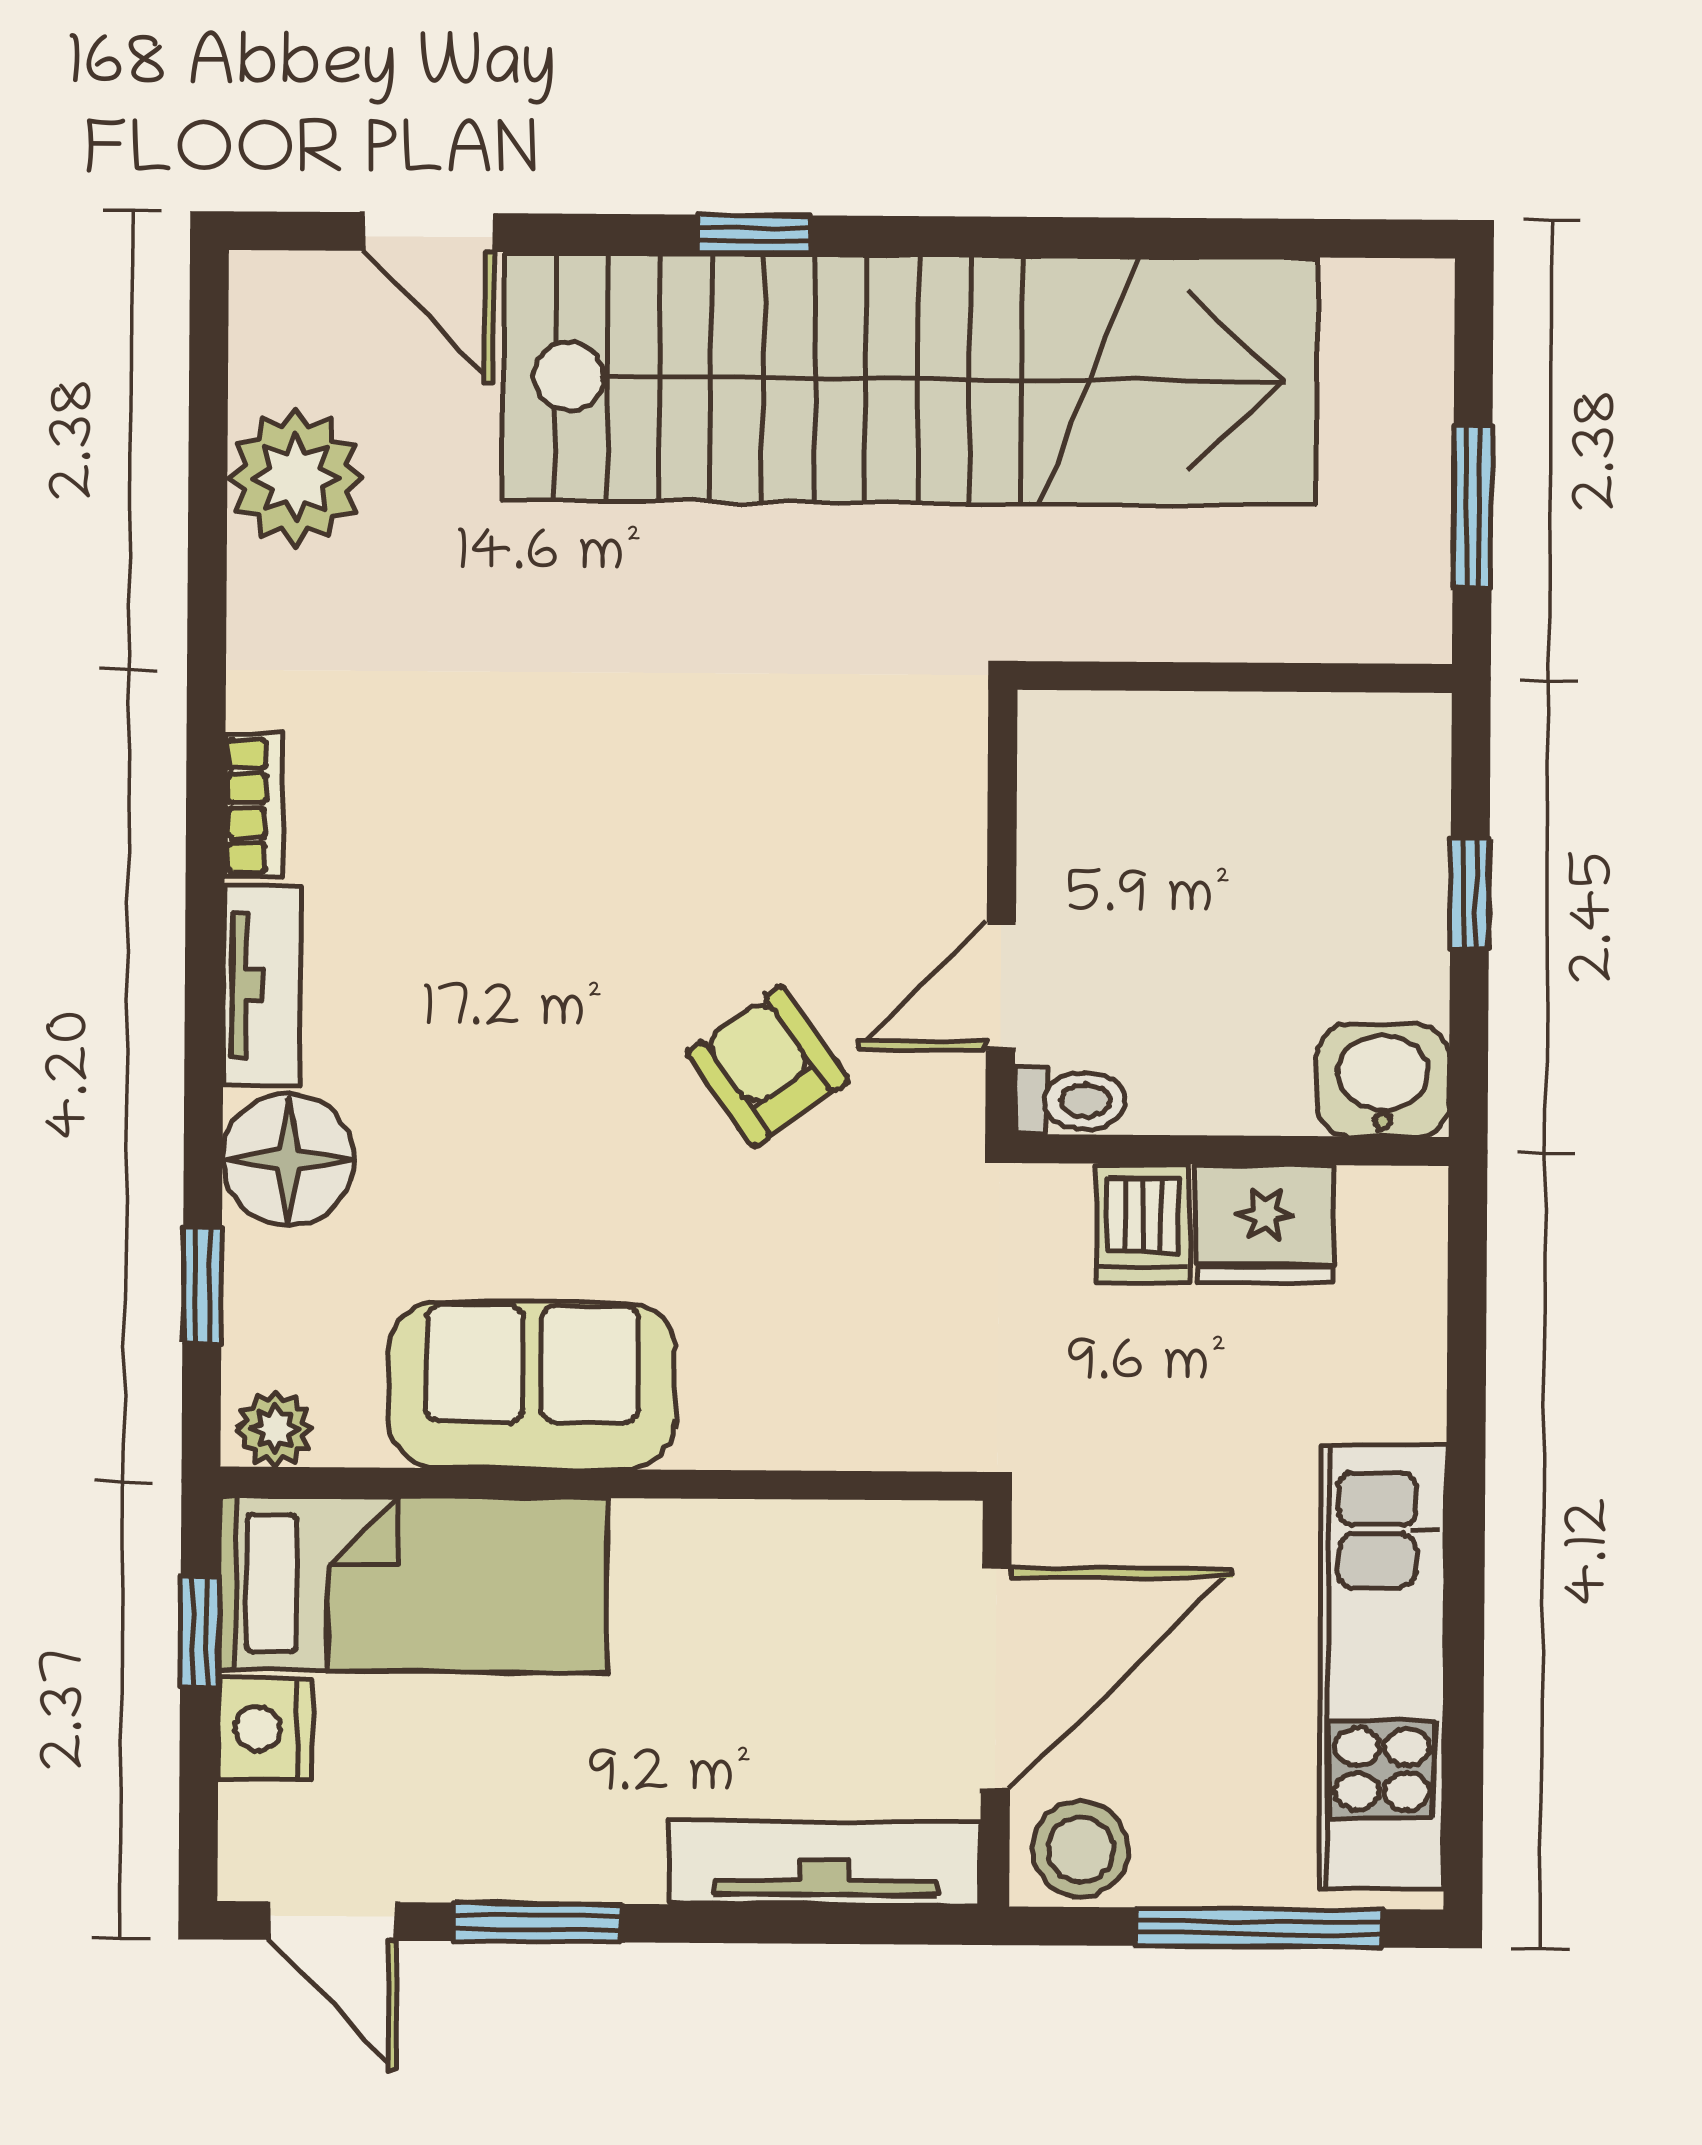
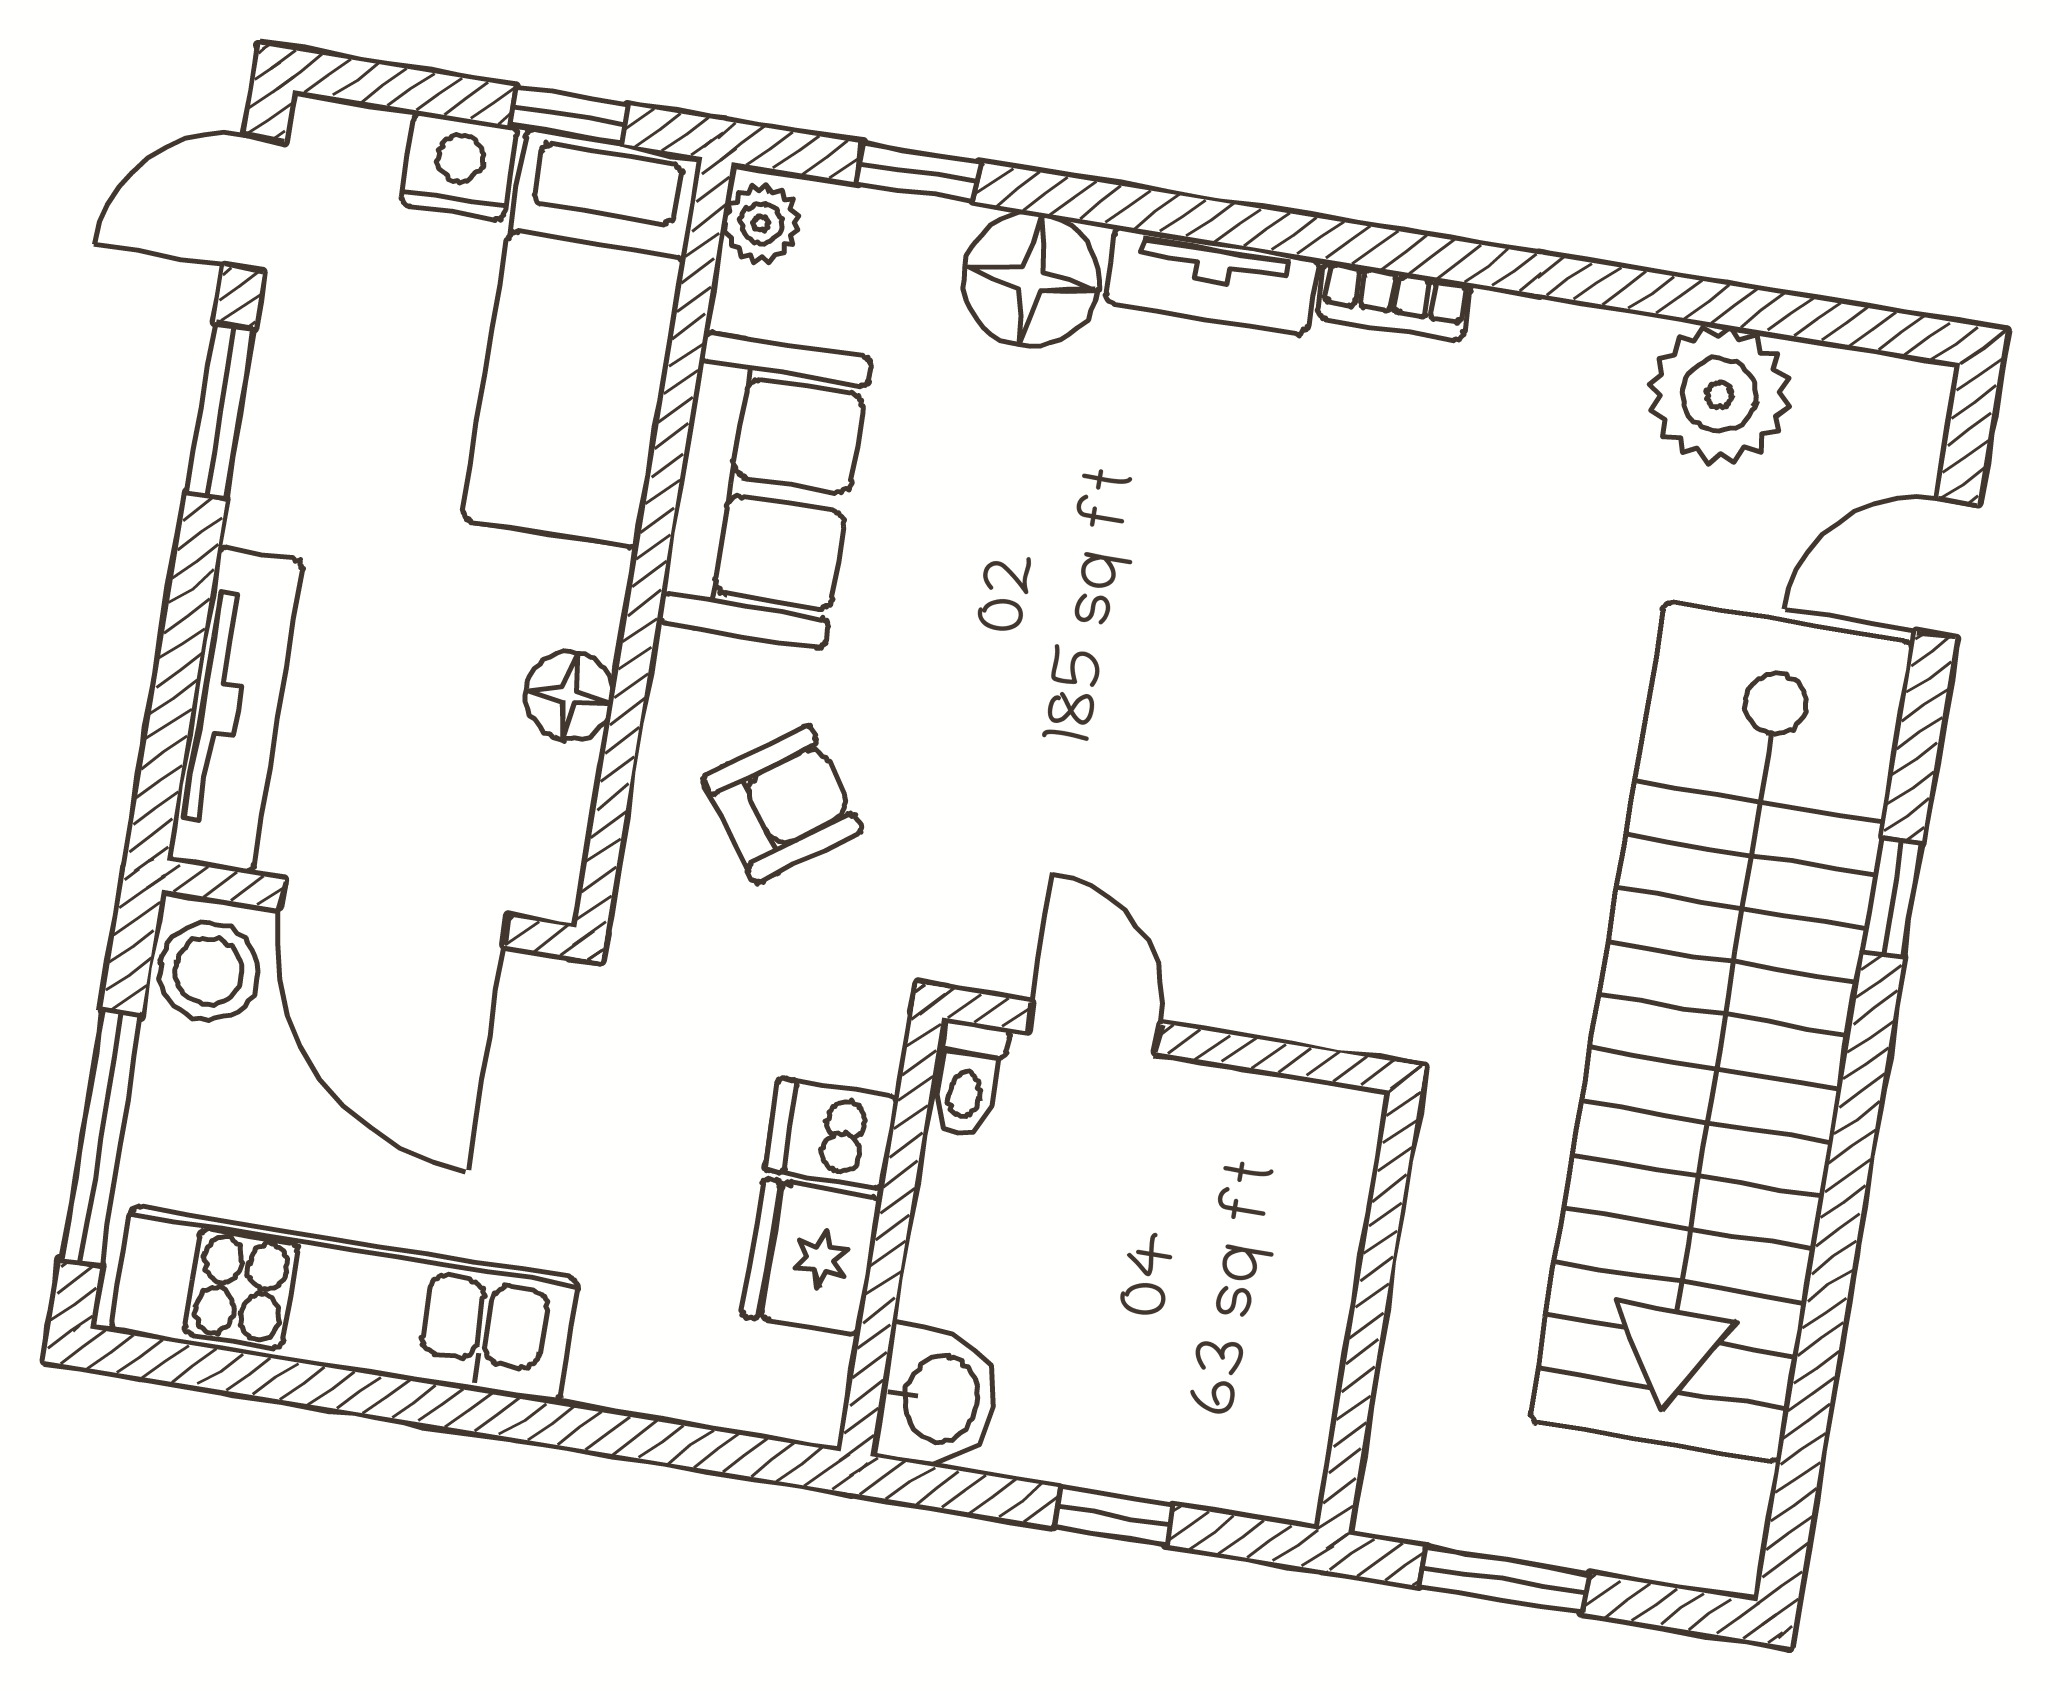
armchair: (768, 1066) -> (782, 804), moved
floor lamp: (760, 1542) -> (570, 696), added

